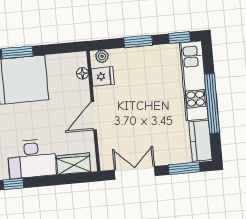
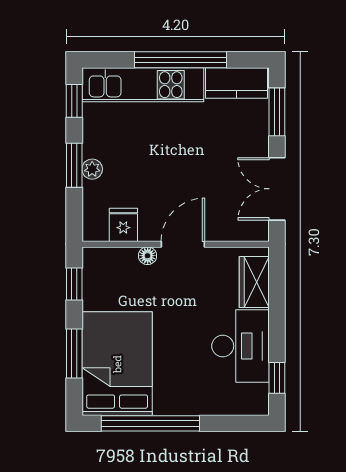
window: (62, 48) -> (74, 284), added
plant: (102, 56) -> (92, 169), moved
floor lamp: (82, 73) -> (148, 256), moved
door: (94, 116) -> (183, 244), swing flipped

